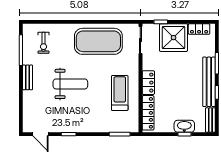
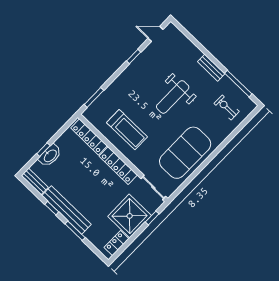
locker: (148, 83) -> (118, 166), width x1.53

